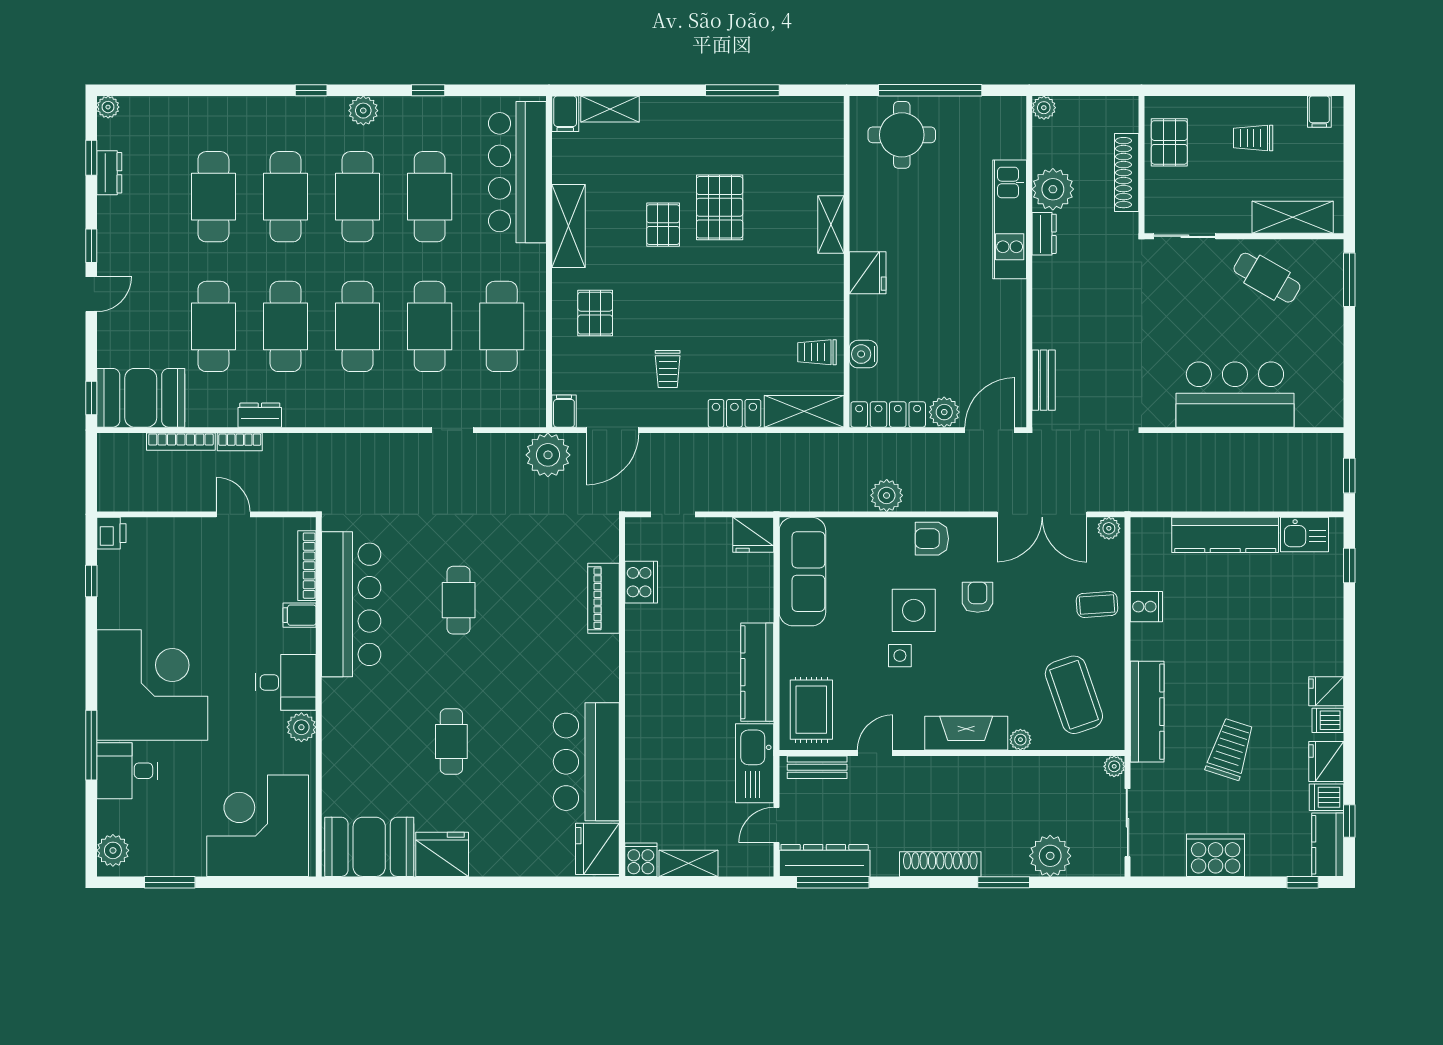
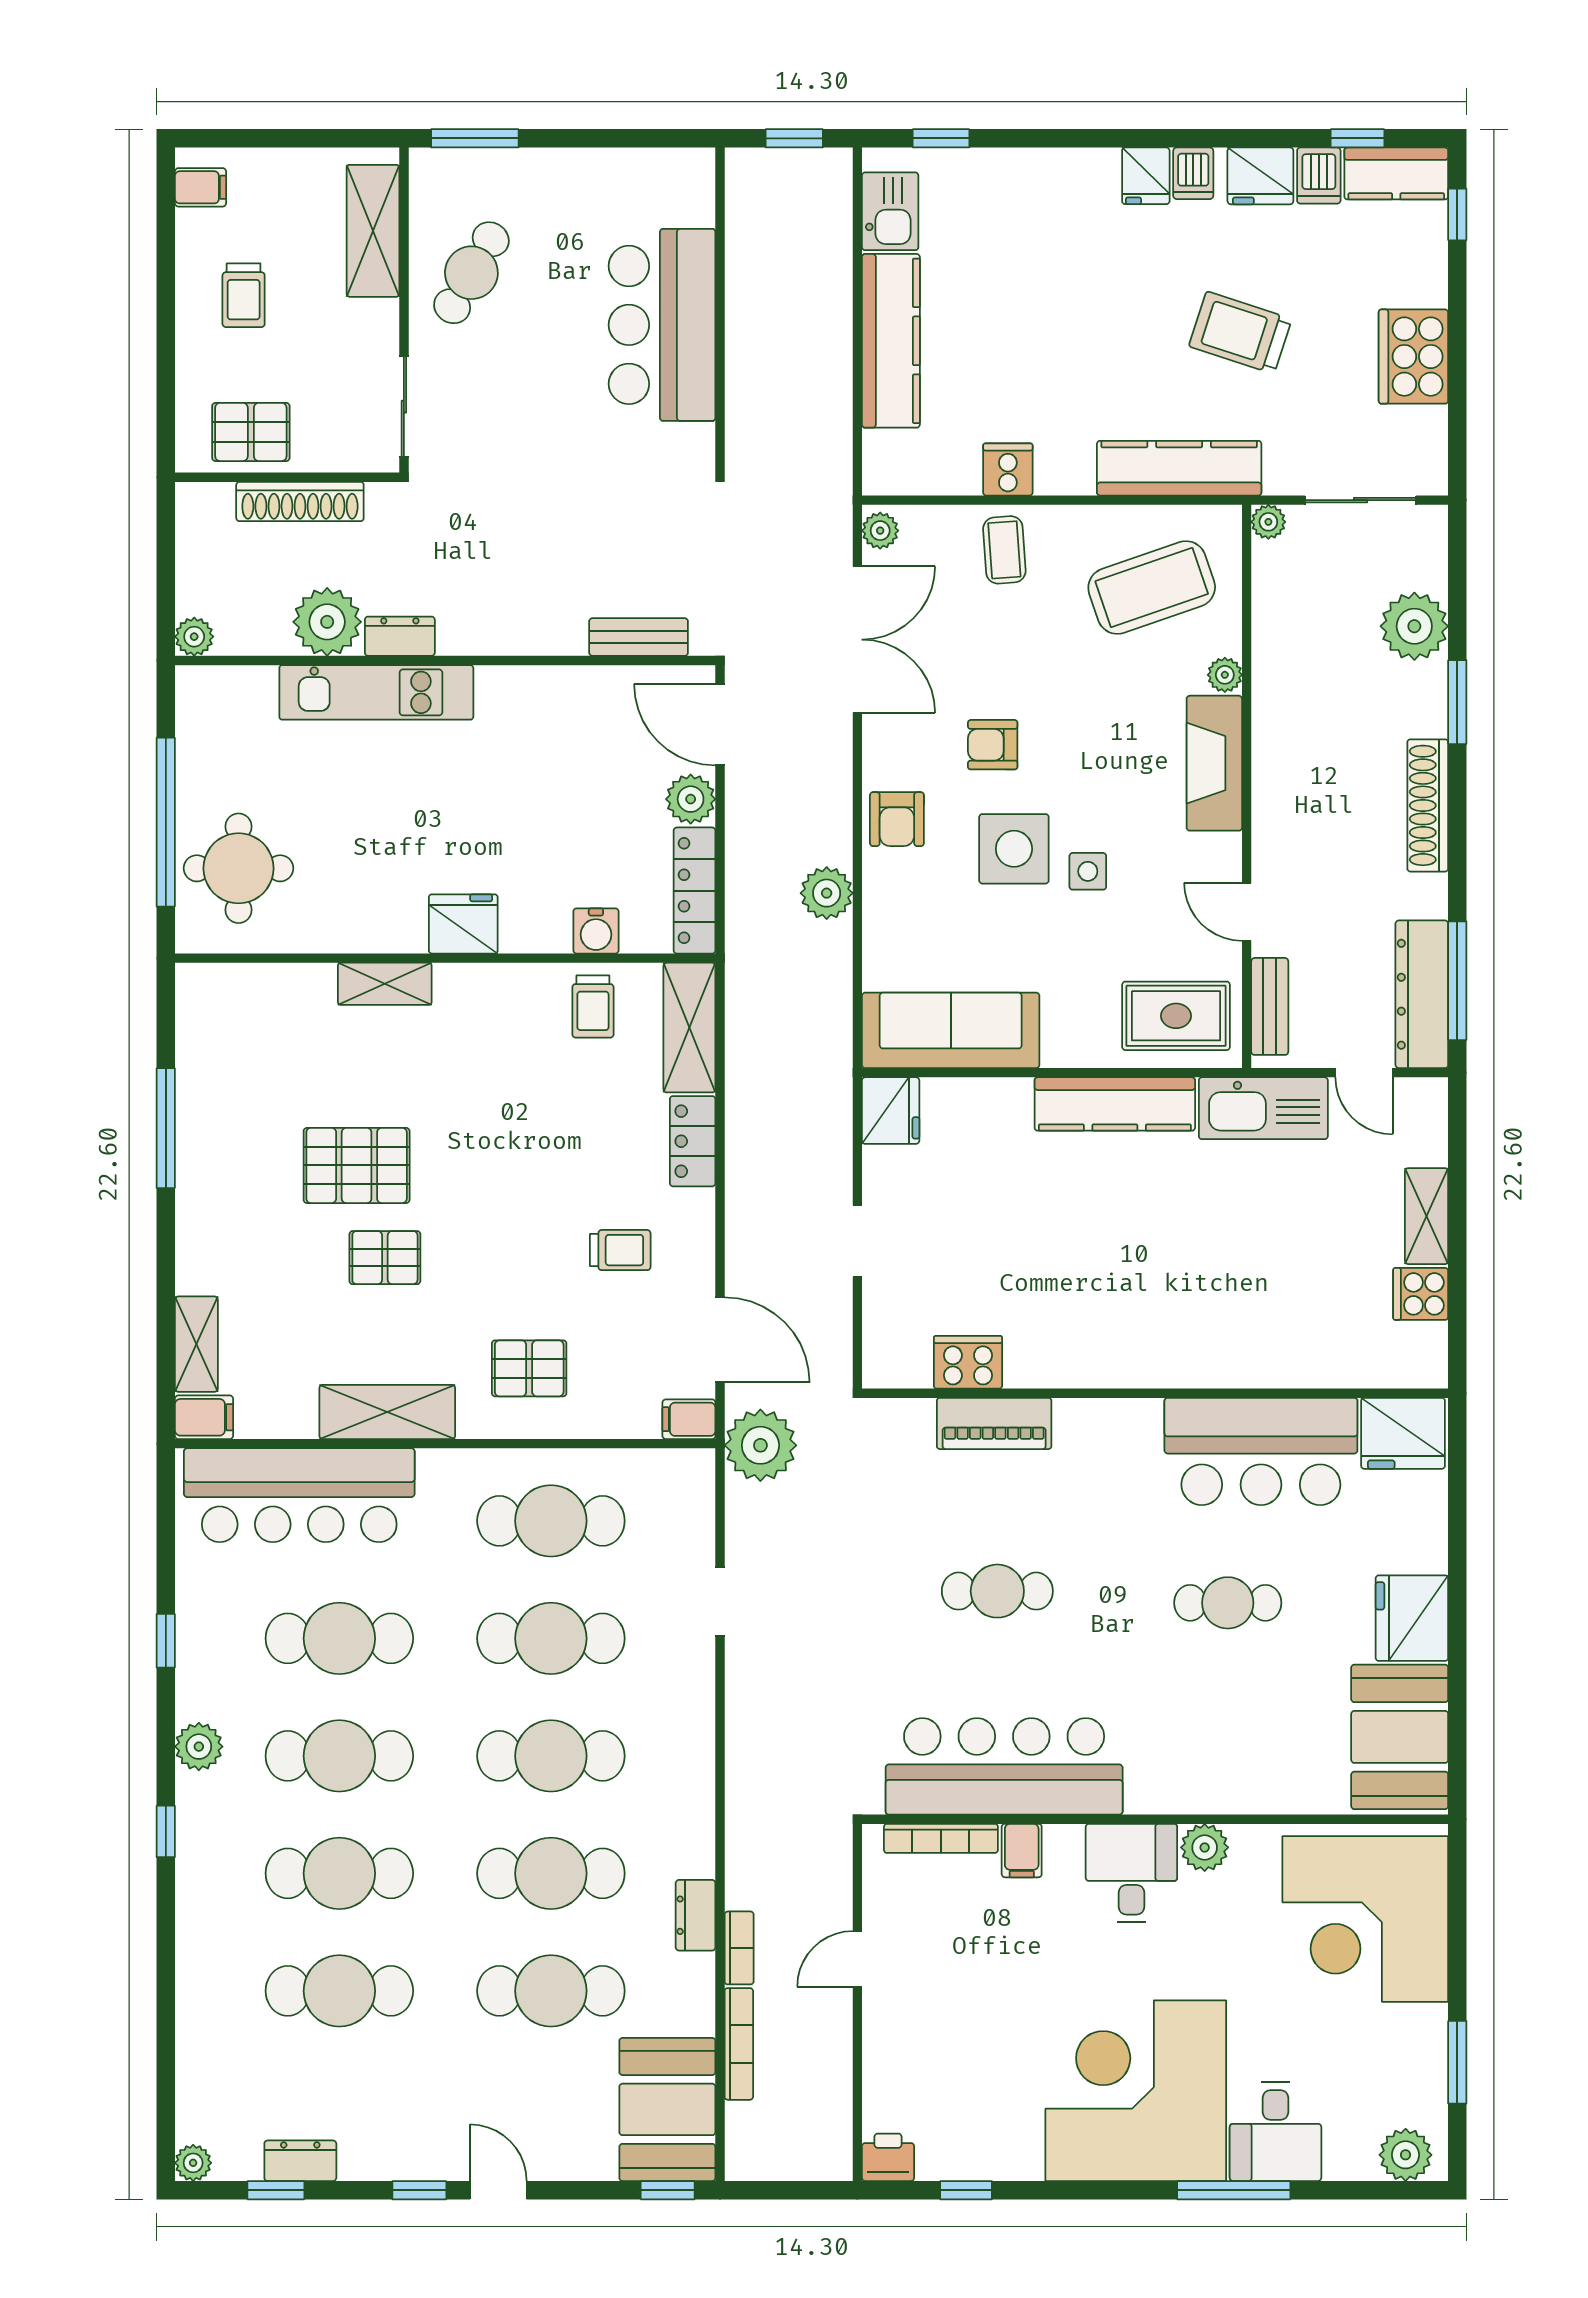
cooker: (641, 582) -> (968, 1362), moved
piano: (603, 598) -> (994, 1423), moved
wall: (622, 697) -> (1155, 1393), moved
bar counter: (586, 762) -> (1261, 1451), moved
fridge: (597, 849) -> (1403, 1433), moved

